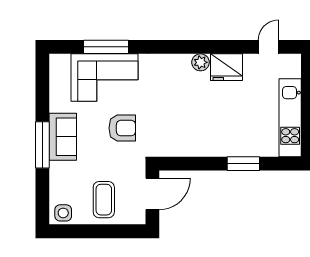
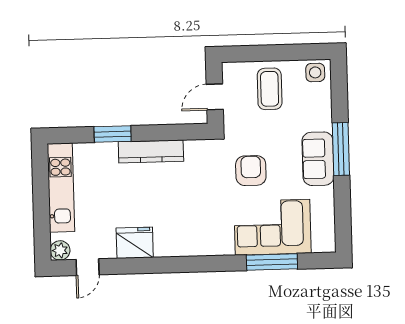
plant: (201, 62) -> (60, 250), moved
armchair: (122, 128) -> (251, 171), turned 90
kitchen counter: (210, 147) -> (151, 151), added
door: (152, 194) -> (215, 97), width x0.73

